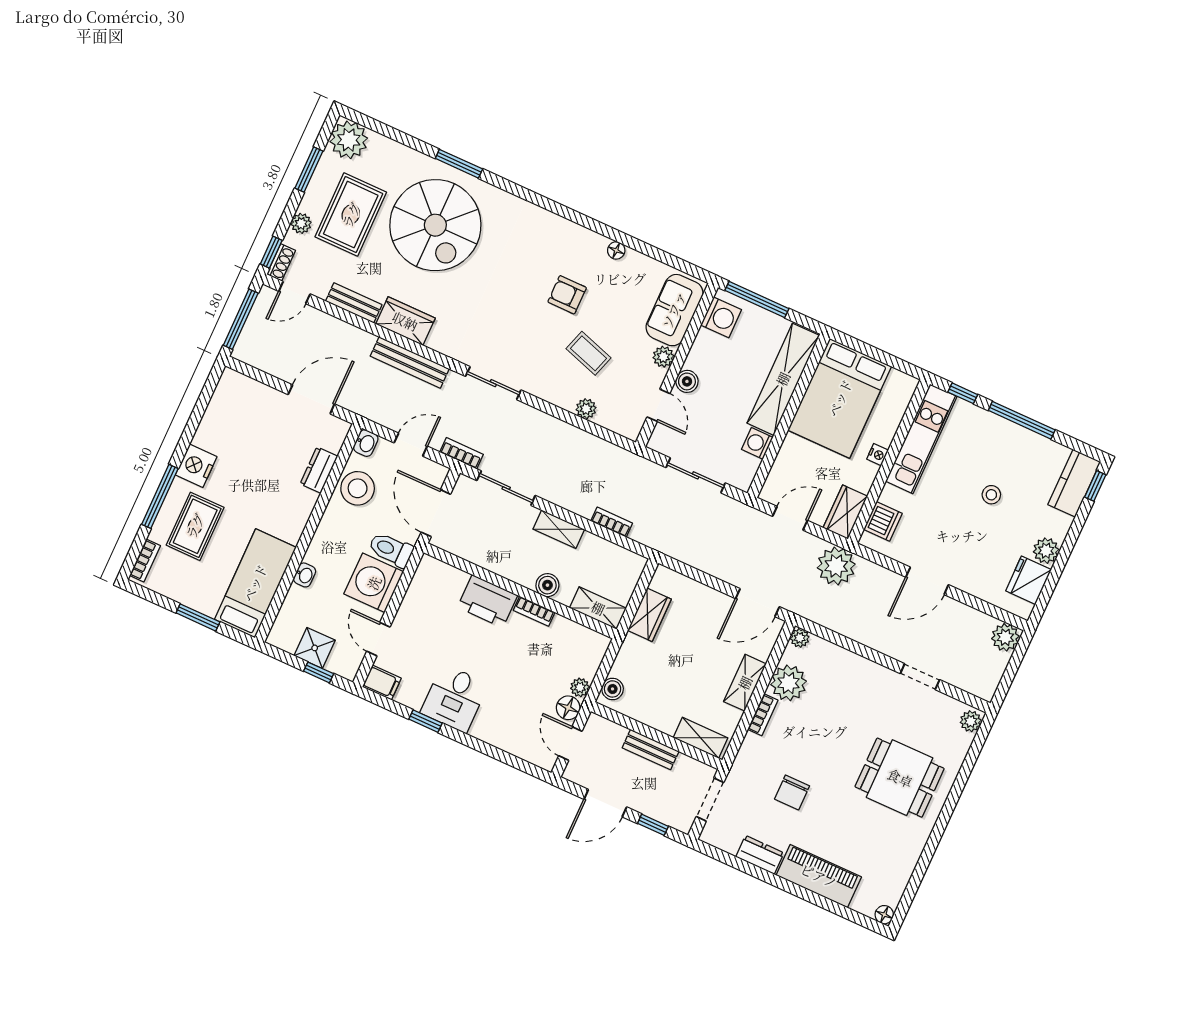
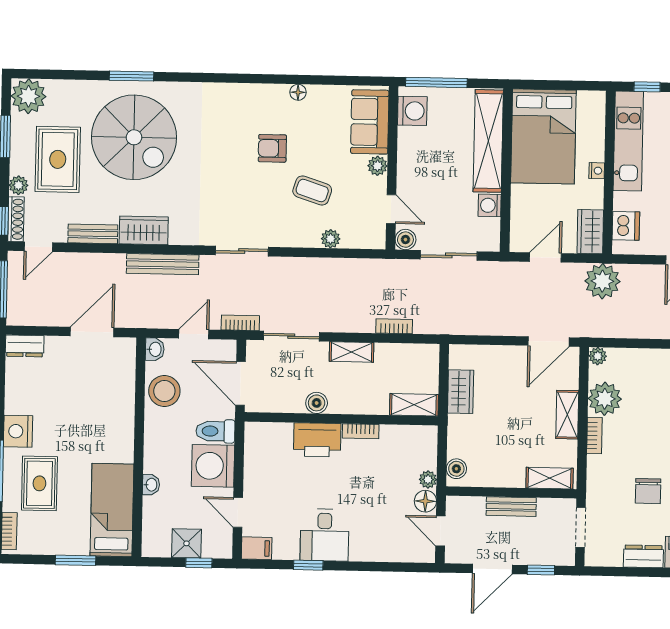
shoe rack: (281, 262) -> (16, 219), width x1.43
boiler: (687, 381) -> (405, 240), moved
dresser: (319, 470) -> (25, 346), moved, turned -90
boiler: (547, 585) -> (317, 403), moved

